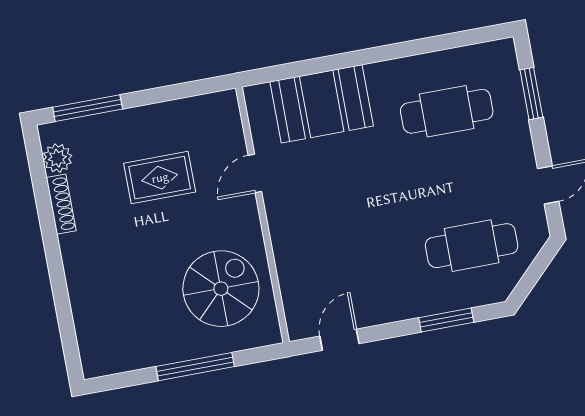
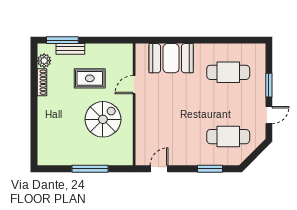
window: (531, 94) -> (269, 85), moved
bench: (108, 123) -> (70, 49), added
spiral stairs: (221, 289) -> (103, 119), moved

